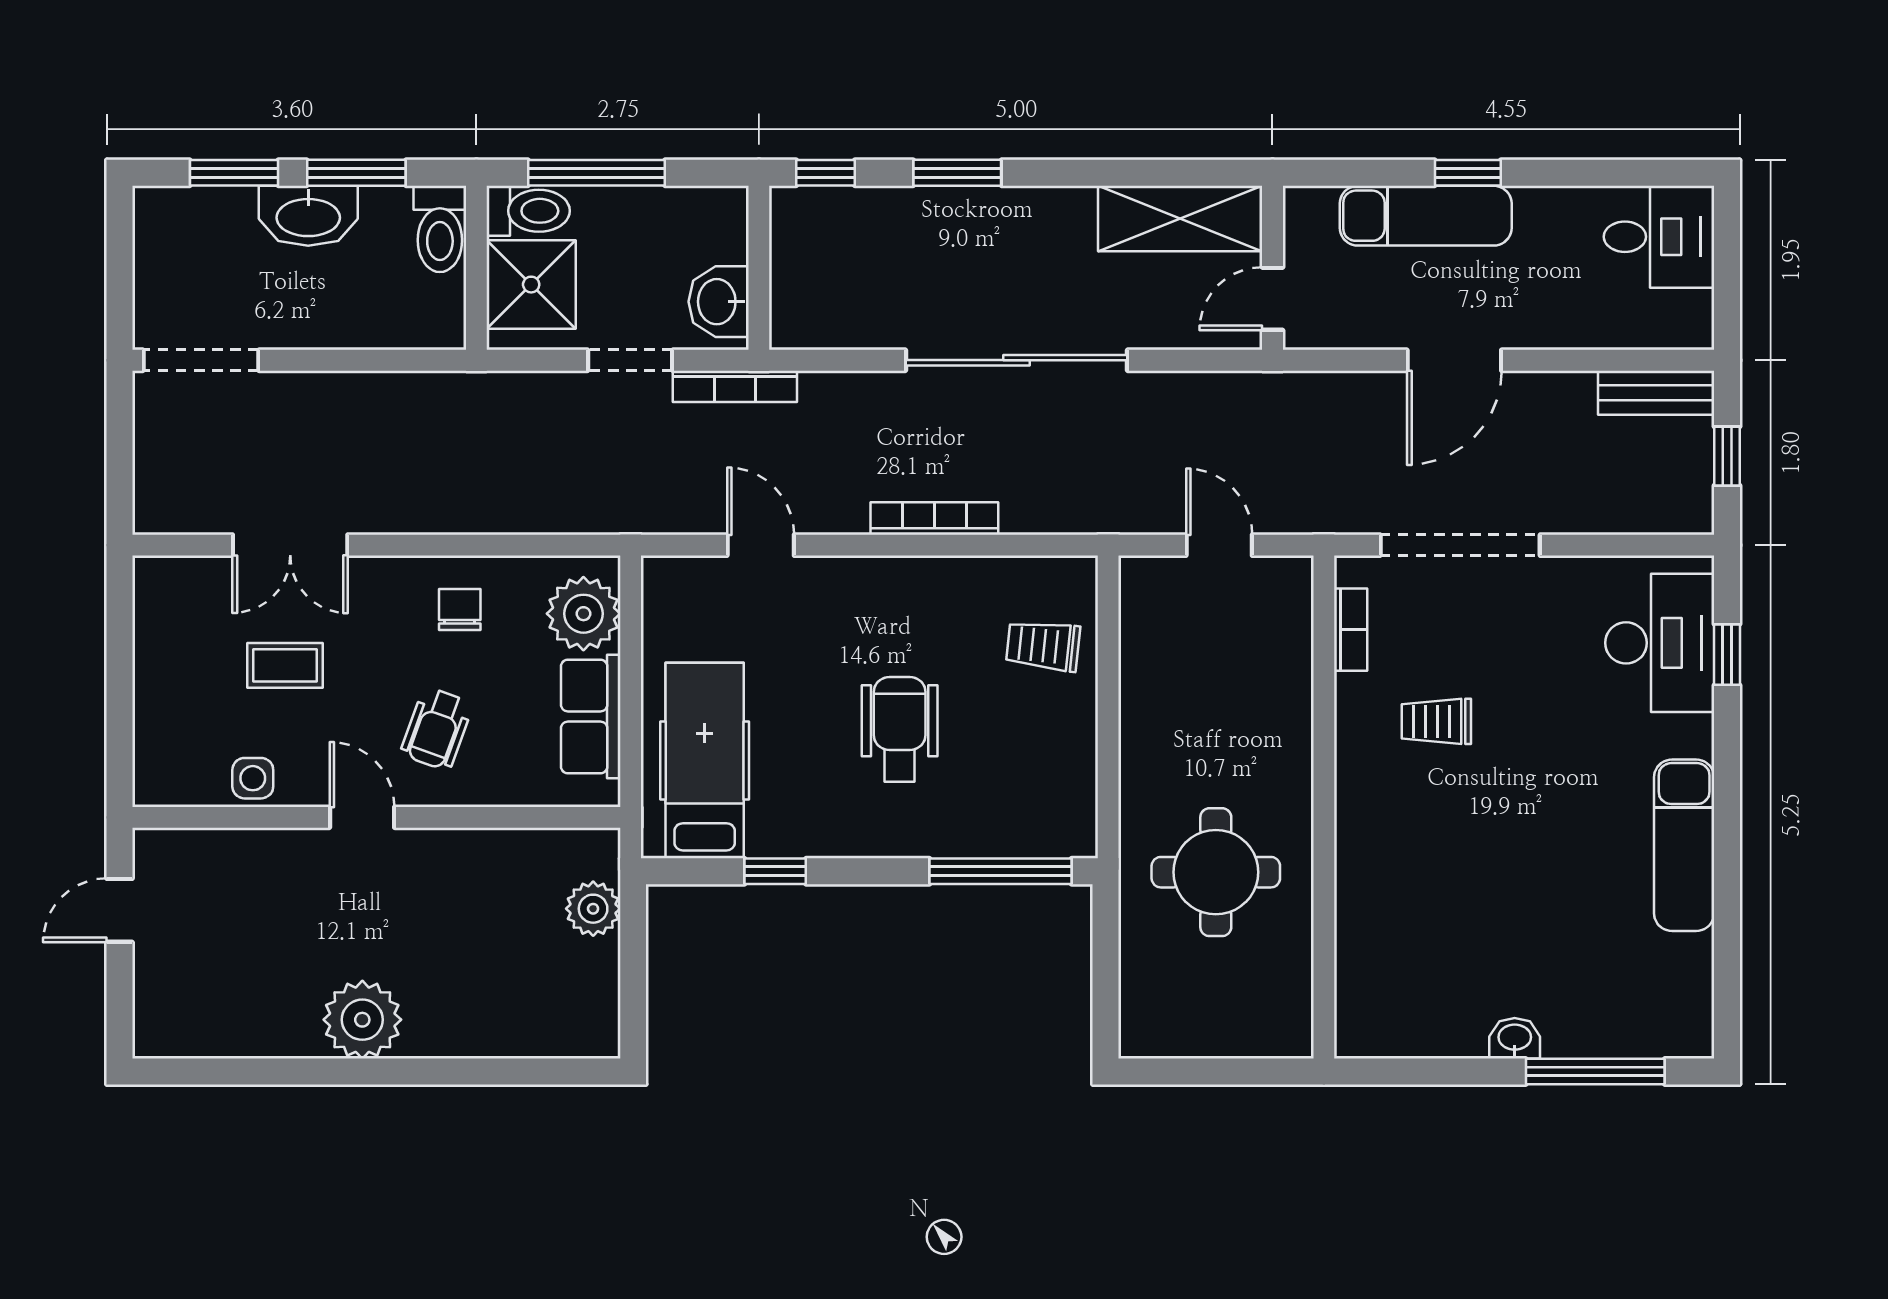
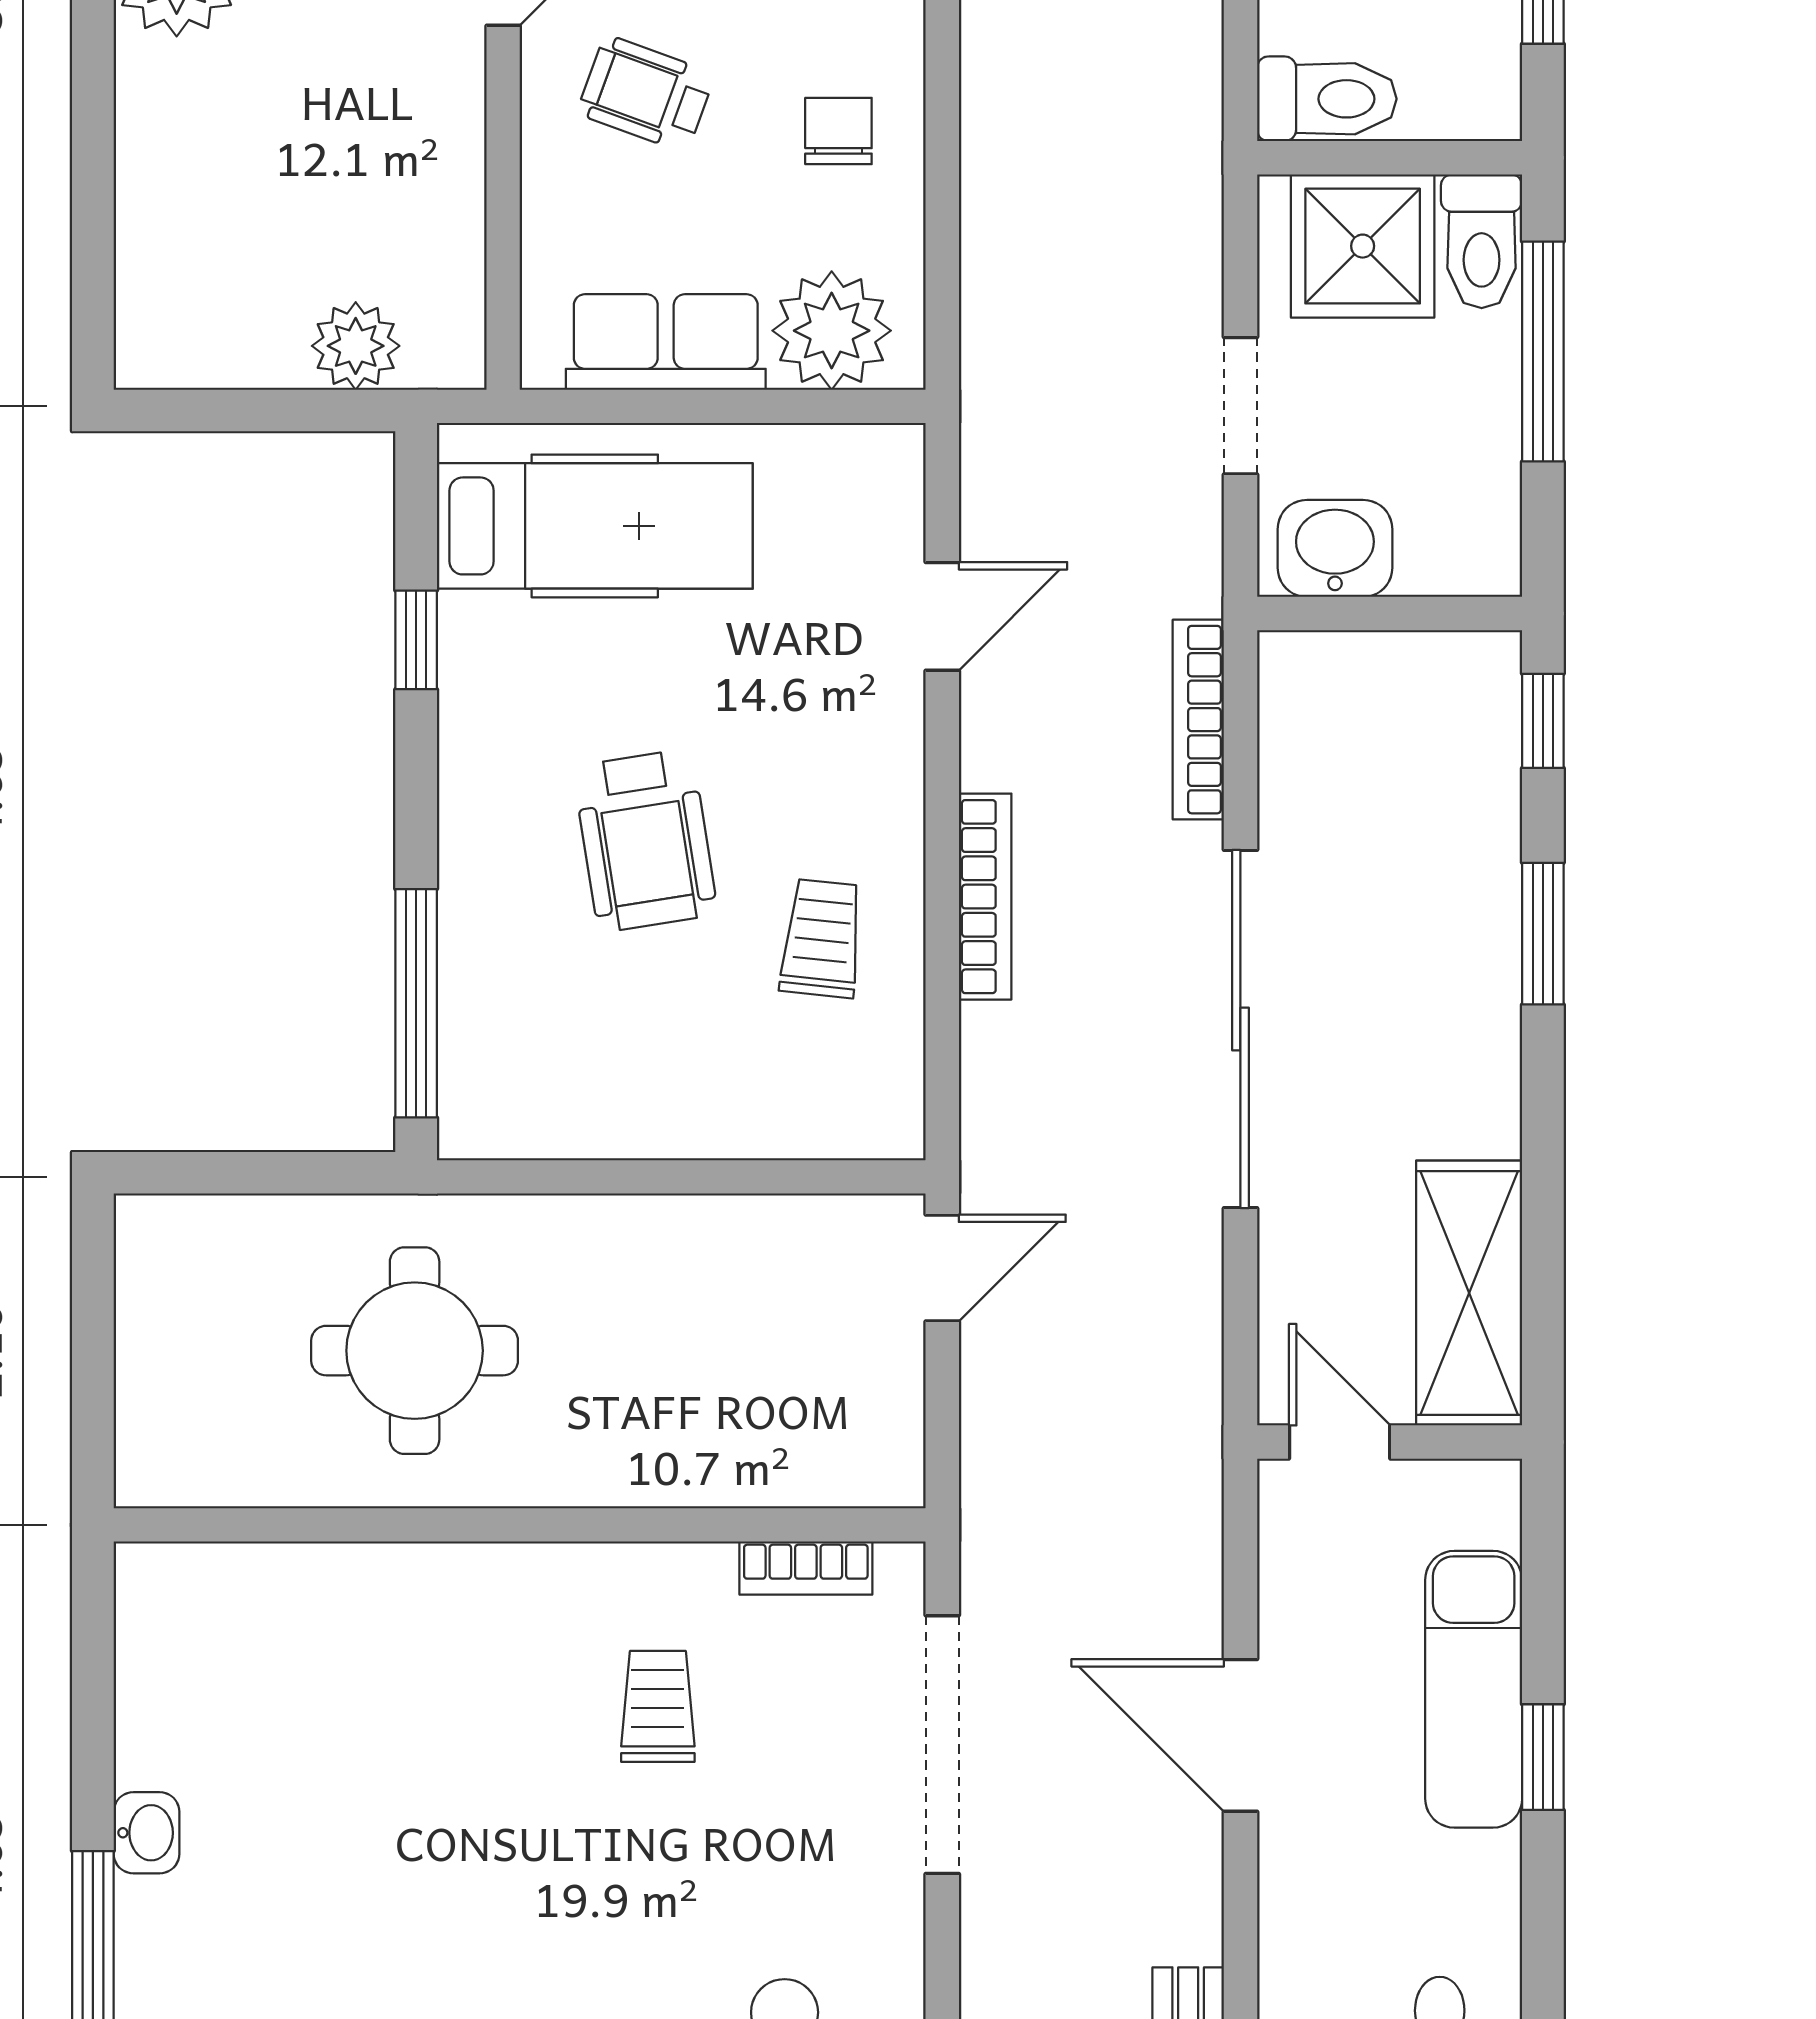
toilet: (440, 229) -> (1327, 99), moved, turned 180
bookcase: (735, 386) -> (1198, 720), moved
door: (1219, 545) -> (942, 1268), moved
chair: (460, 609) -> (838, 131), turned -90
trolley: (1043, 646) -> (822, 938), moved
wheelchair: (900, 729) -> (645, 840), turned 81

